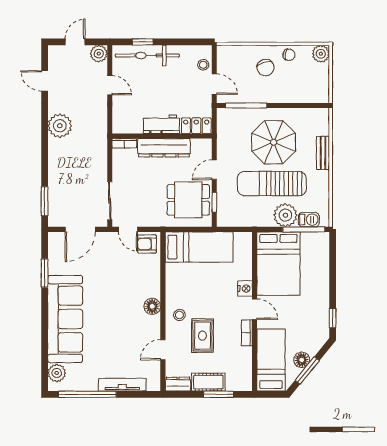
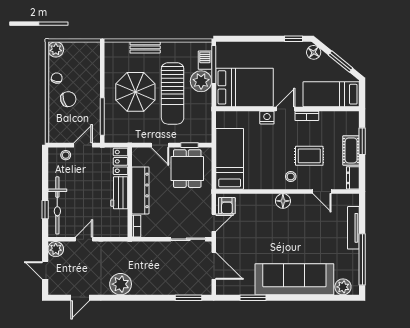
floor lamp: (302, 360) -> (314, 52), moved

